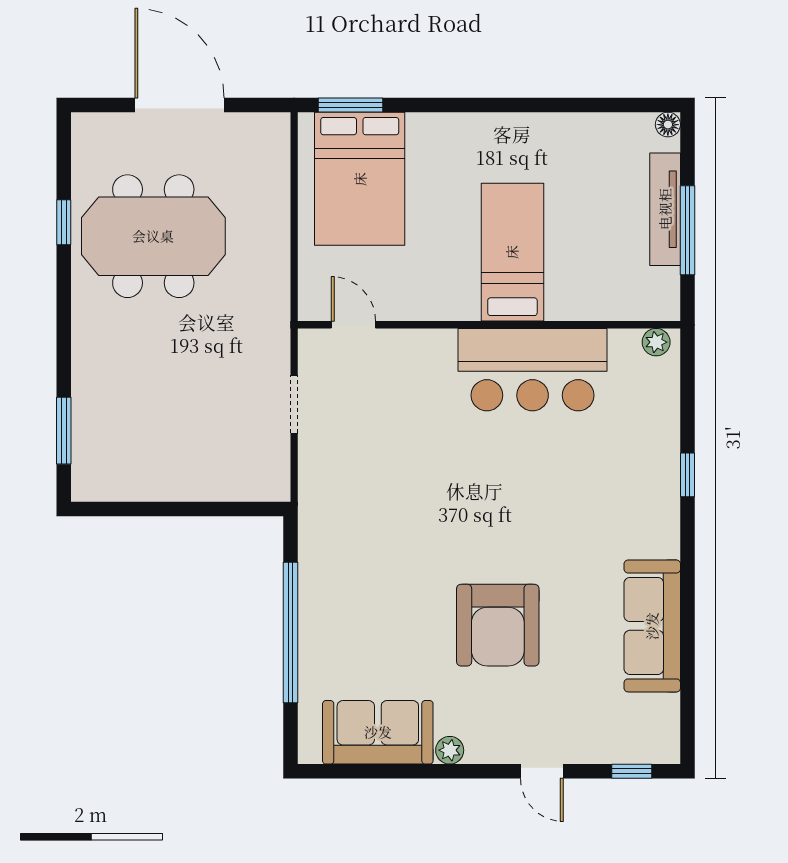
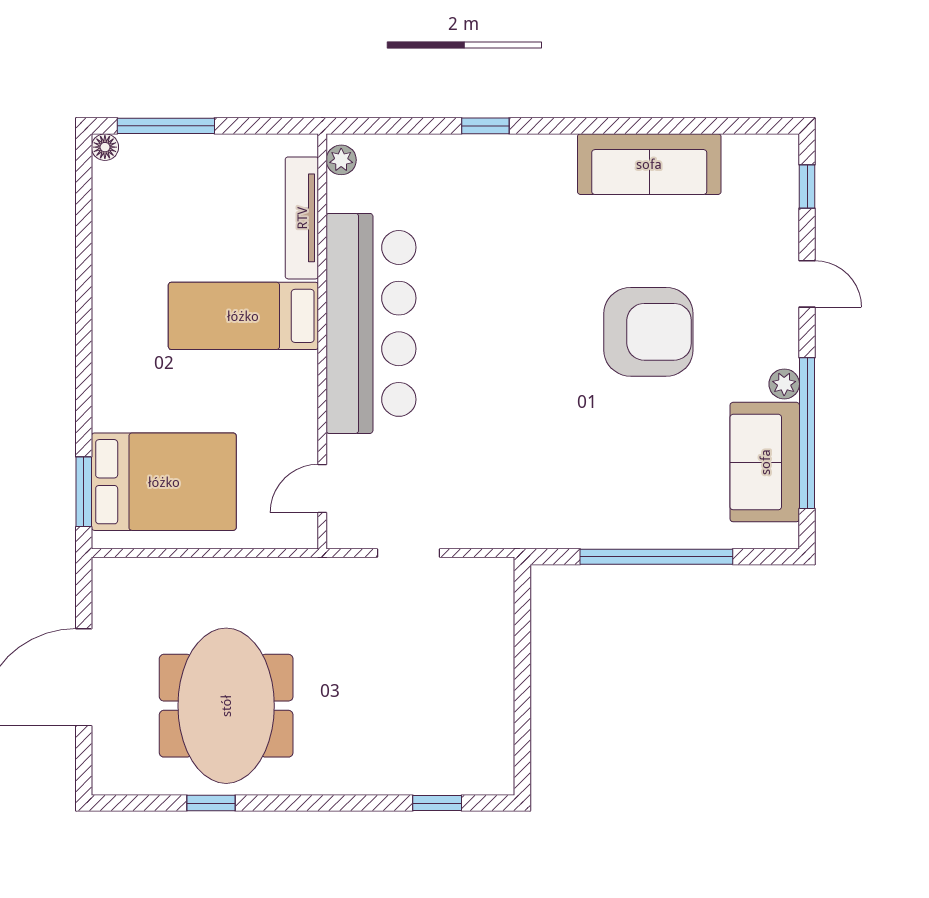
tv unit: (665, 209) -> (302, 218), moved, turned 90
window: (687, 230) -> (166, 126), moved
bar counter: (533, 370) -> (371, 323), width x1.36
window: (64, 431) -> (437, 803), width x0.67
window: (405, 771) -> (807, 433), added
door: (542, 771) -> (807, 284), hinge flipped

